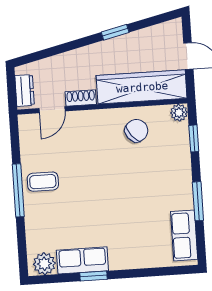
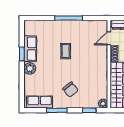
door: (52, 110) -> (109, 38), hinge flipped
chair: (136, 131) -> (70, 90), moved
coffee table: (43, 182) -> (66, 51), moved
plant: (44, 264) -> (30, 68), moved

